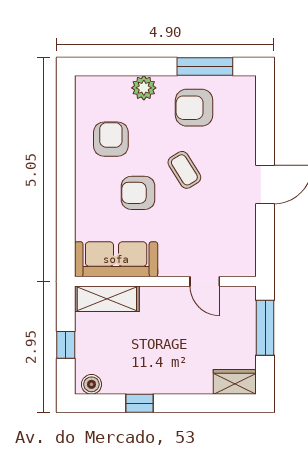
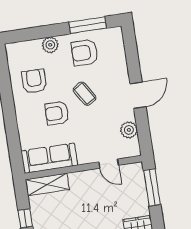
plant: (243, 235) -> (129, 130), added

